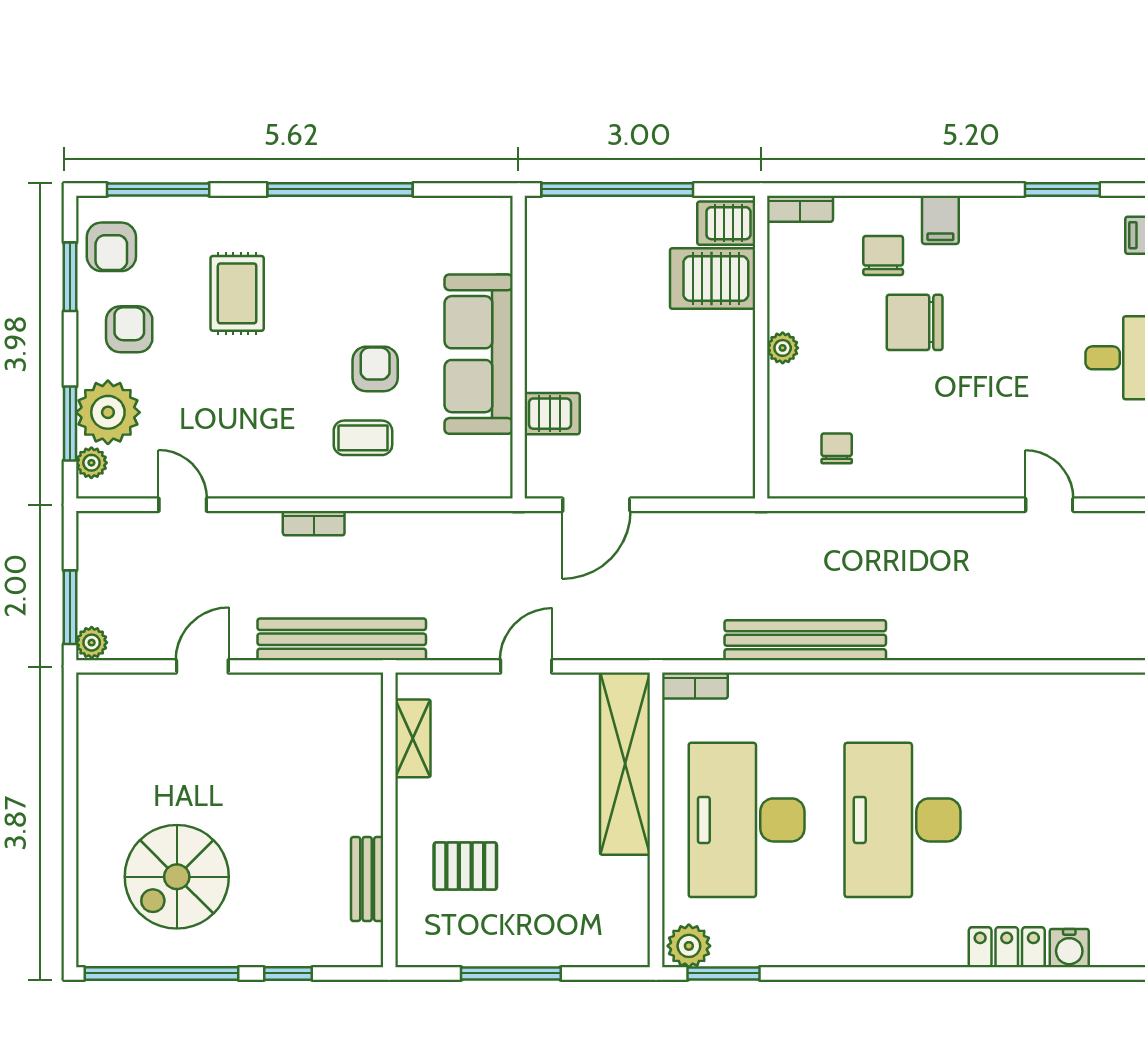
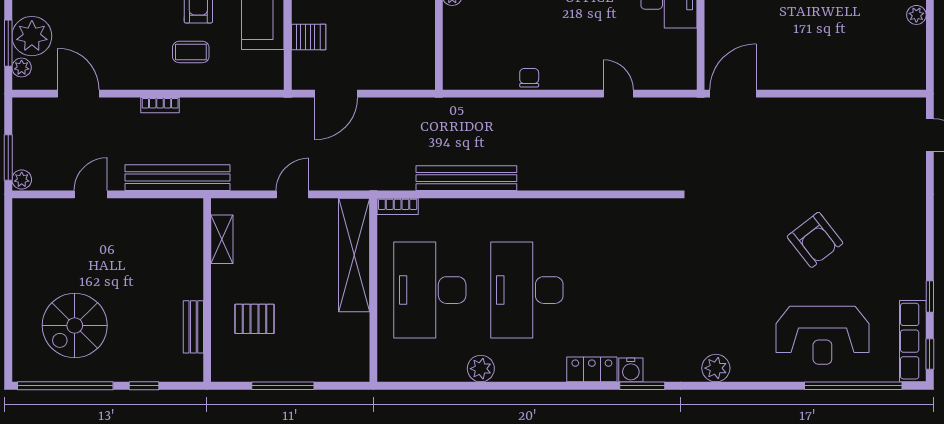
chair: (837, 448) -> (529, 78), moved
door: (183, 505) -> (78, 94), width x1.38
plant: (689, 946) -> (481, 369), moved
window: (724, 973) -> (642, 386), moved

